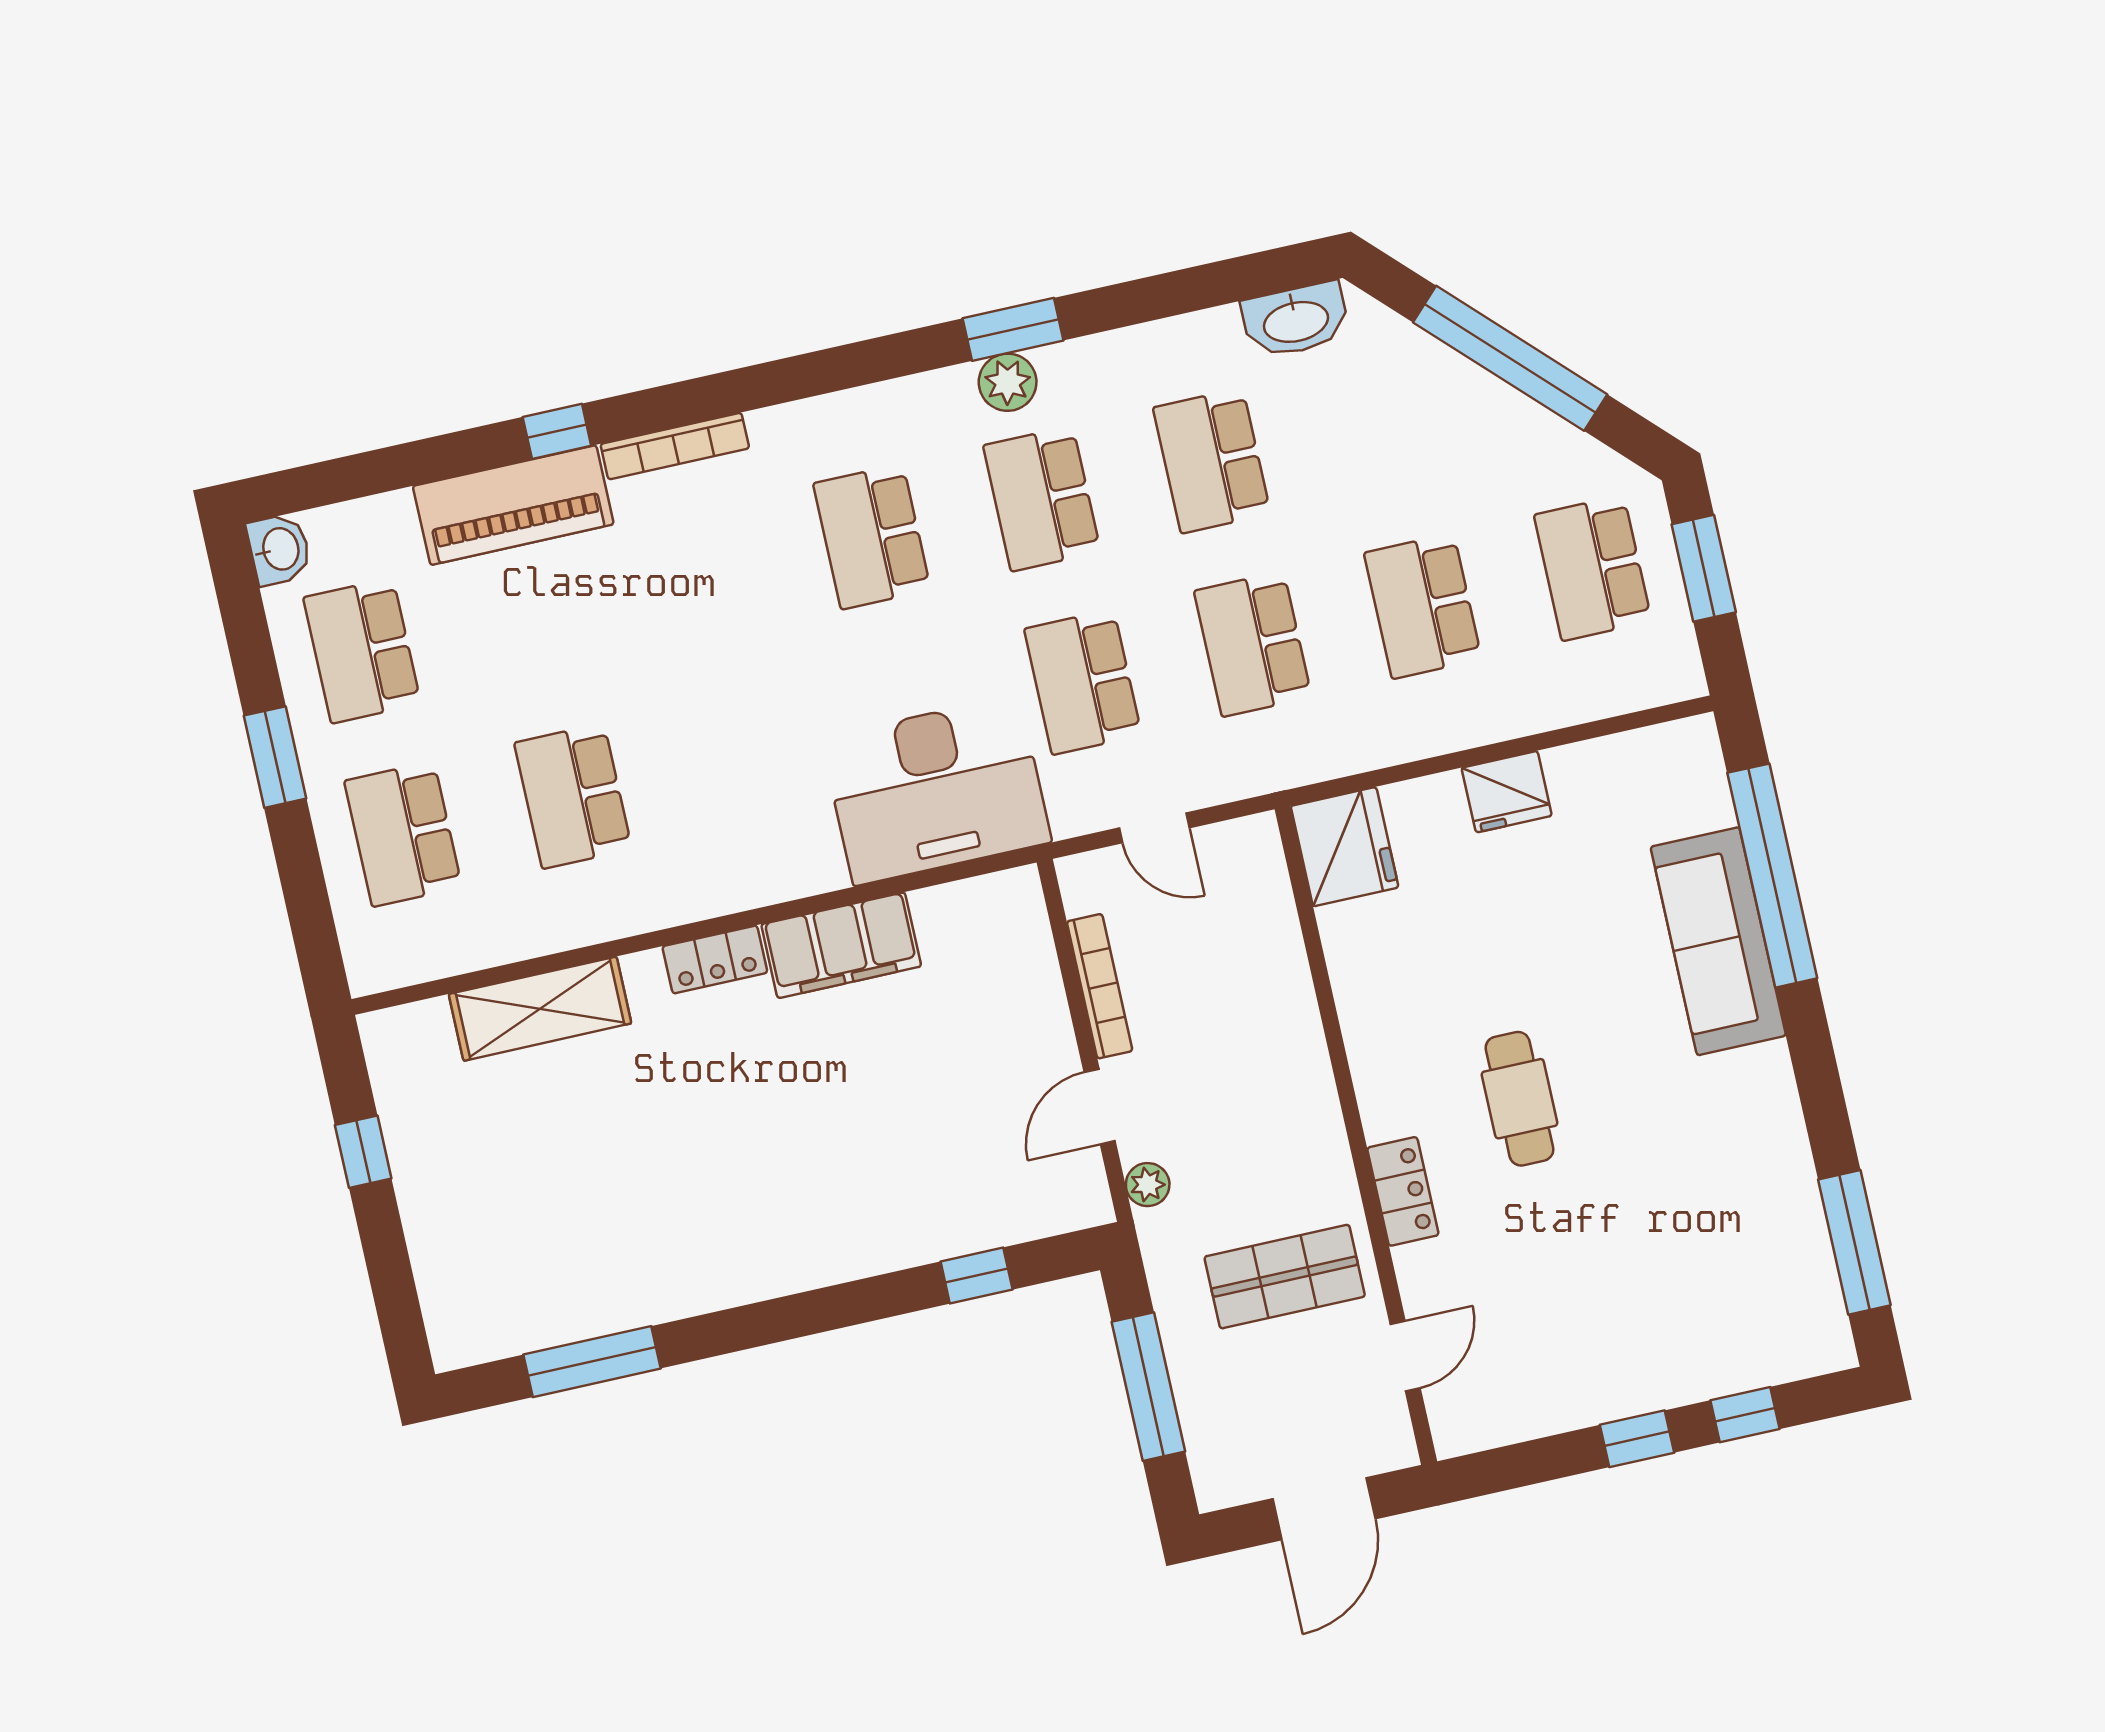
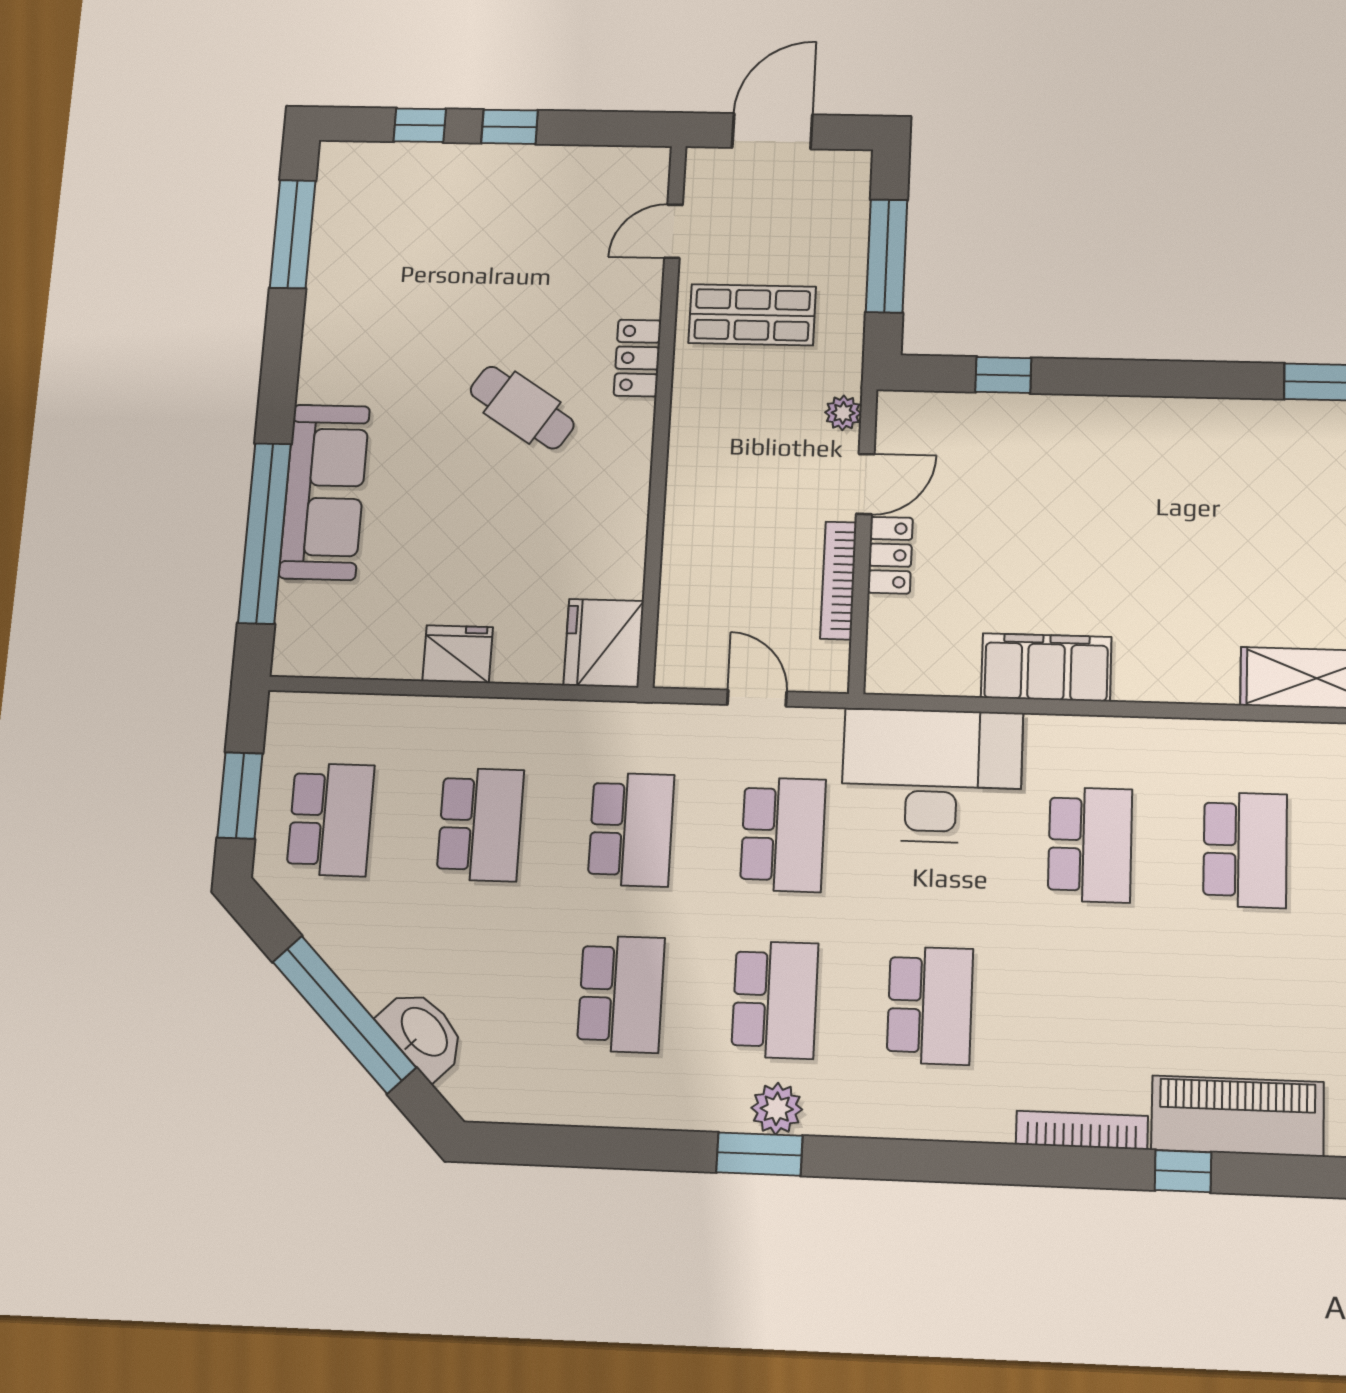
washbasin: (1296, 320) -> (423, 1033), moved, turned 45
school desk: (743, 758) -> (1090, 845), added
locker: (715, 959) -> (890, 555), moved, turned 90
cafe table: (1520, 1099) -> (522, 408), turned -57

